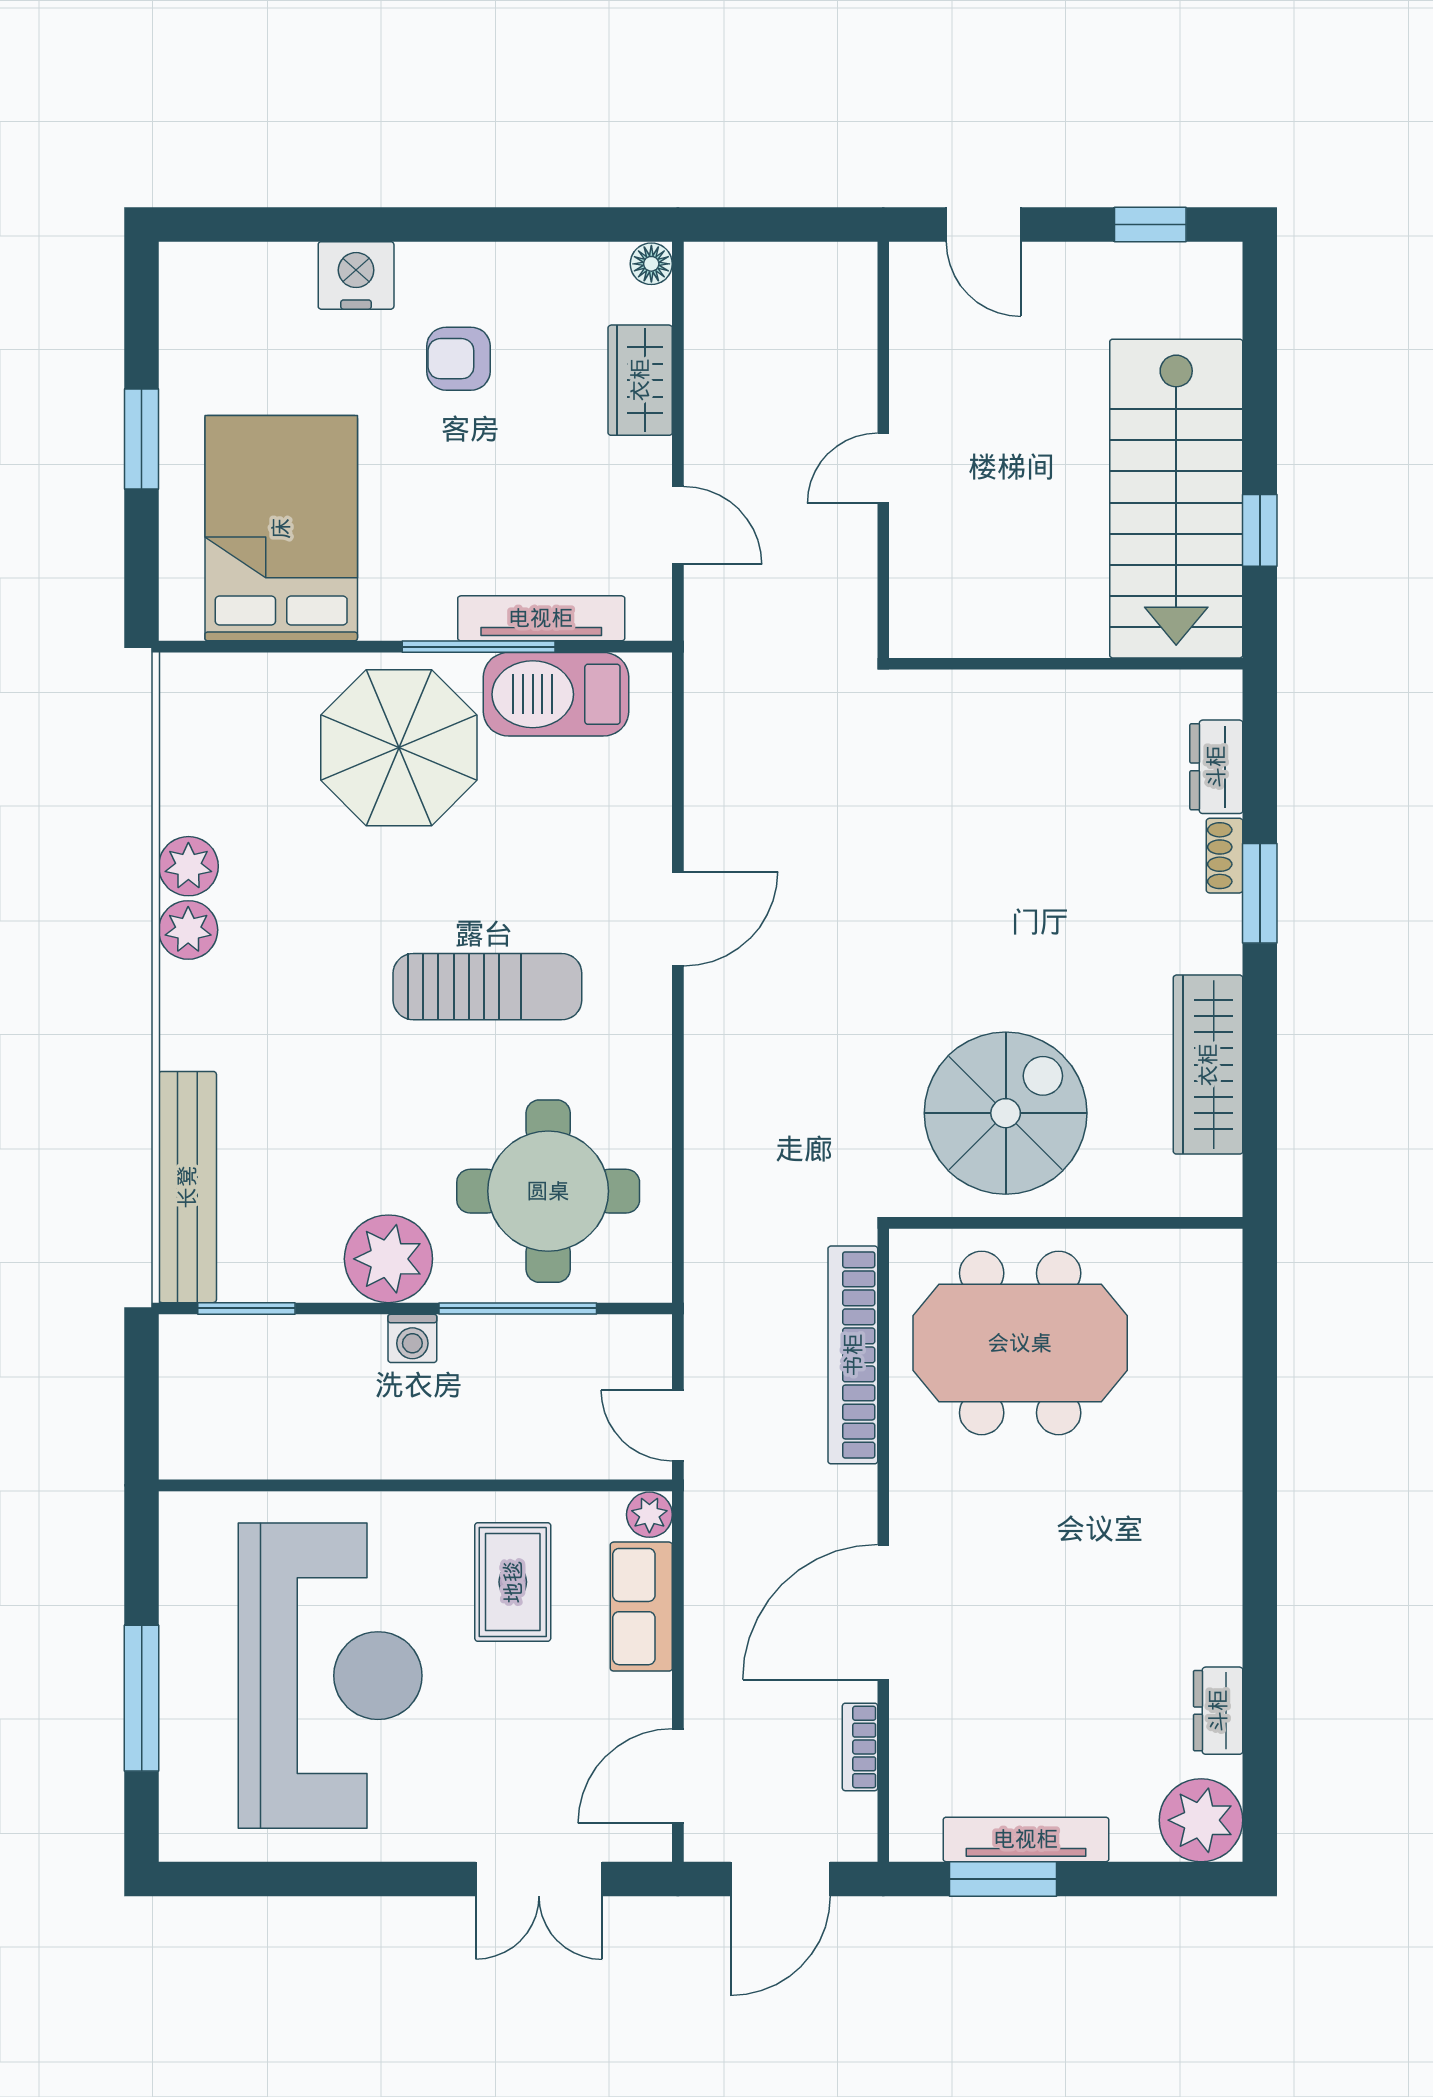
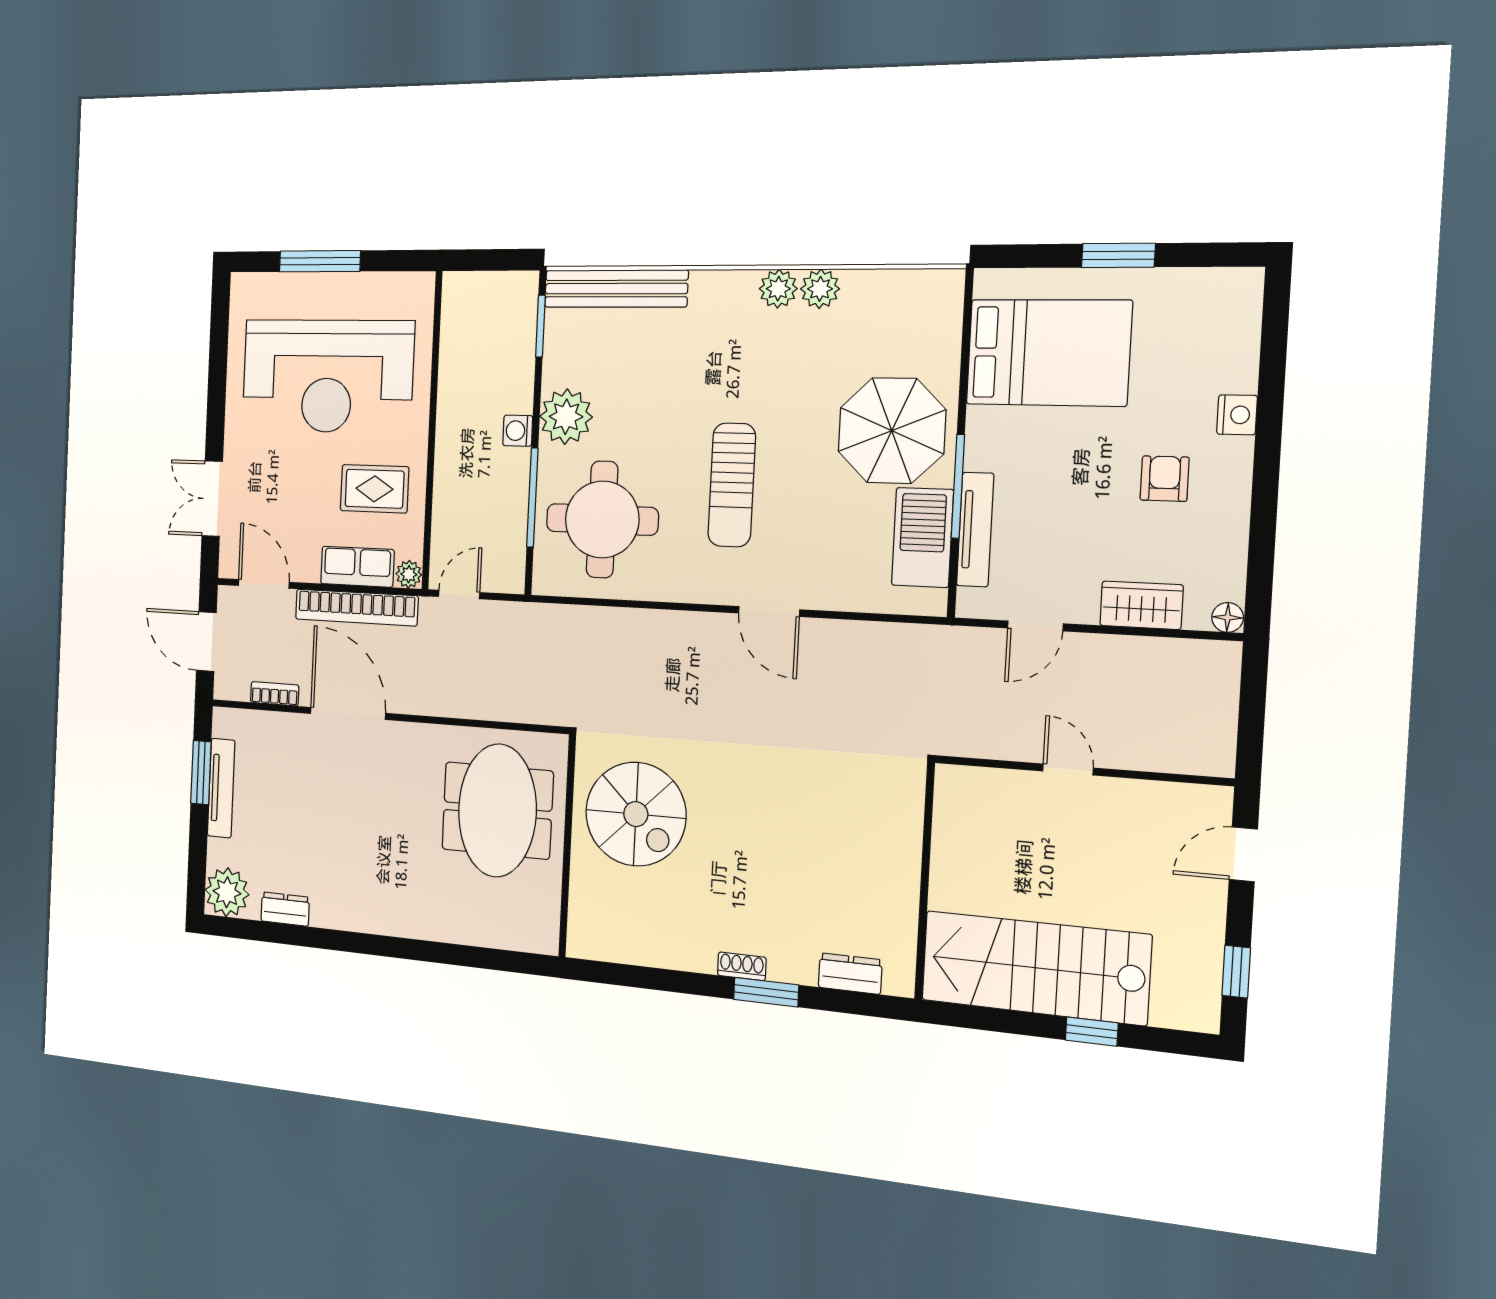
nightstand: (356, 275) -> (1237, 415), width x0.74, depth x0.75
window: (1260, 530) -> (1092, 1032), moved
shoe rack: (1225, 856) -> (742, 966), moved
wardrobe: (1208, 1065) -> (659, 946), removed
bookcase: (853, 1355) -> (356, 608), moved, turned 180

